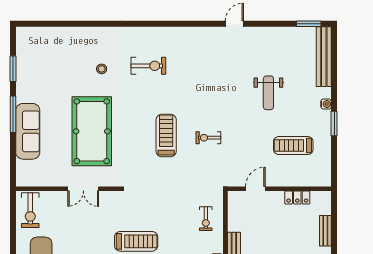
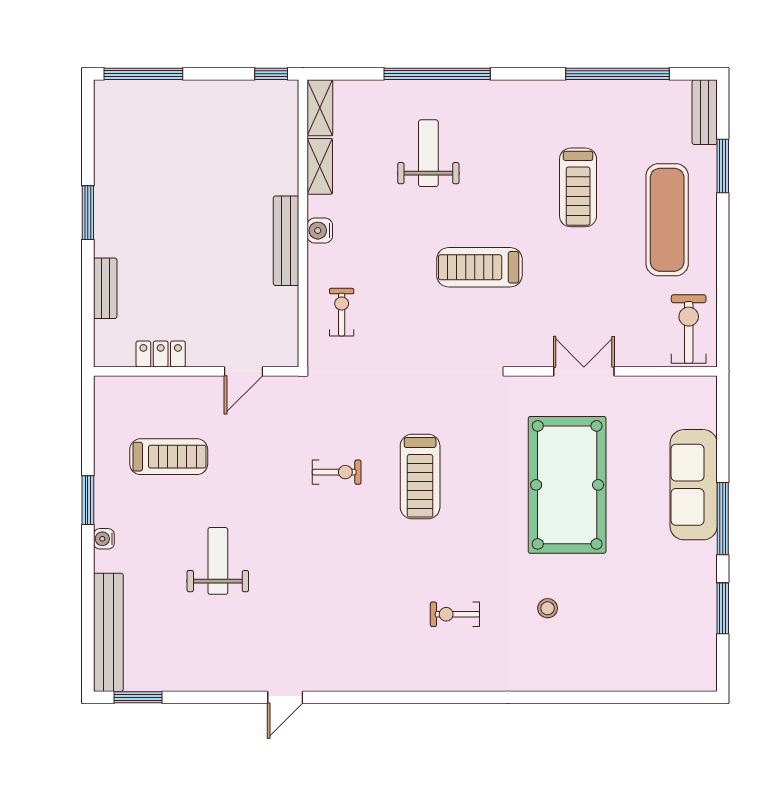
exercise bike: (148, 66) -> (455, 614), width x0.73, depth x0.72

